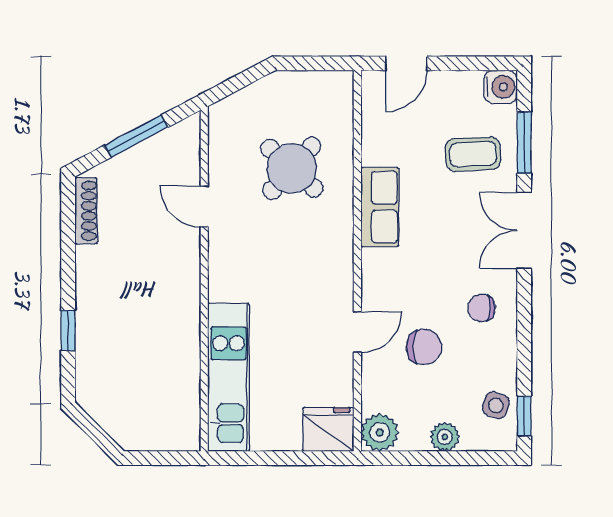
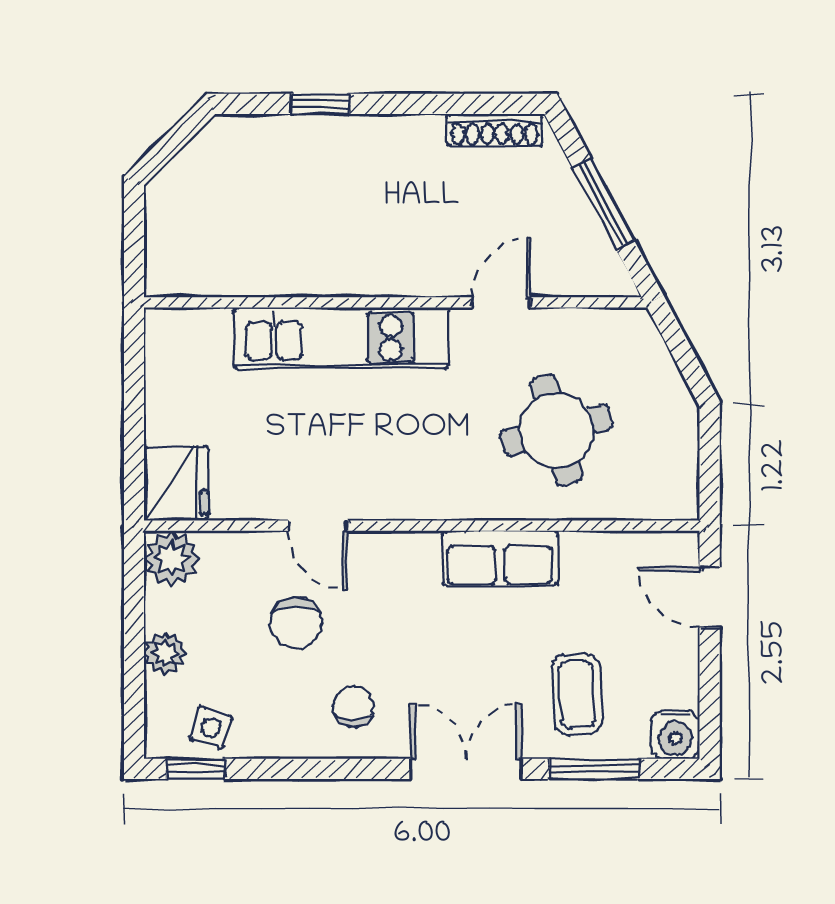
round table: (292, 168) -> (557, 430), turned 33
kitchen unit: (228, 377) -> (341, 338), moved

